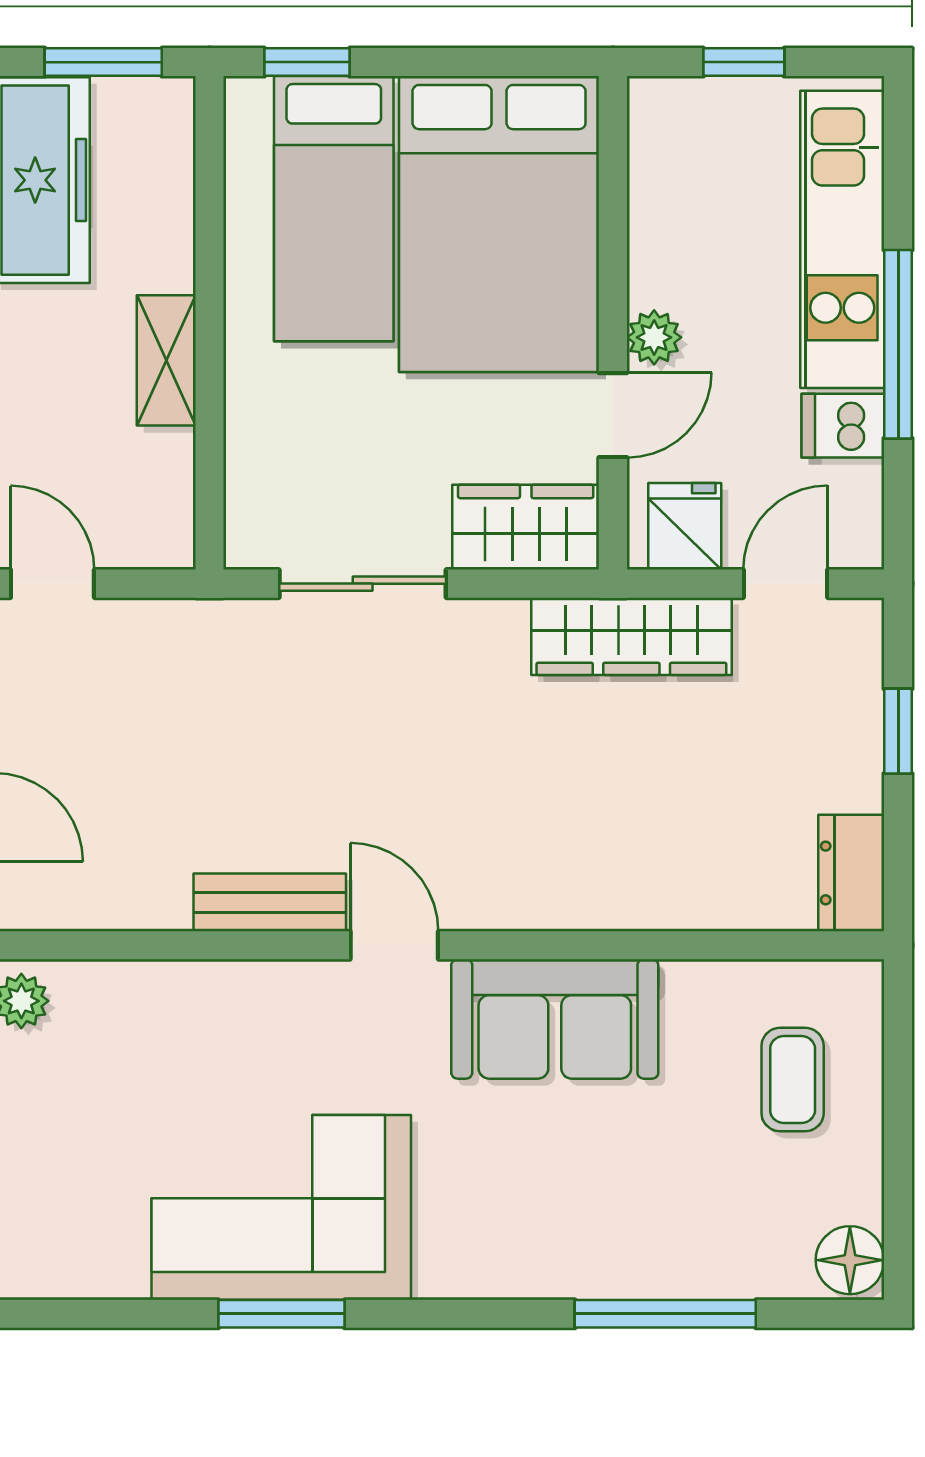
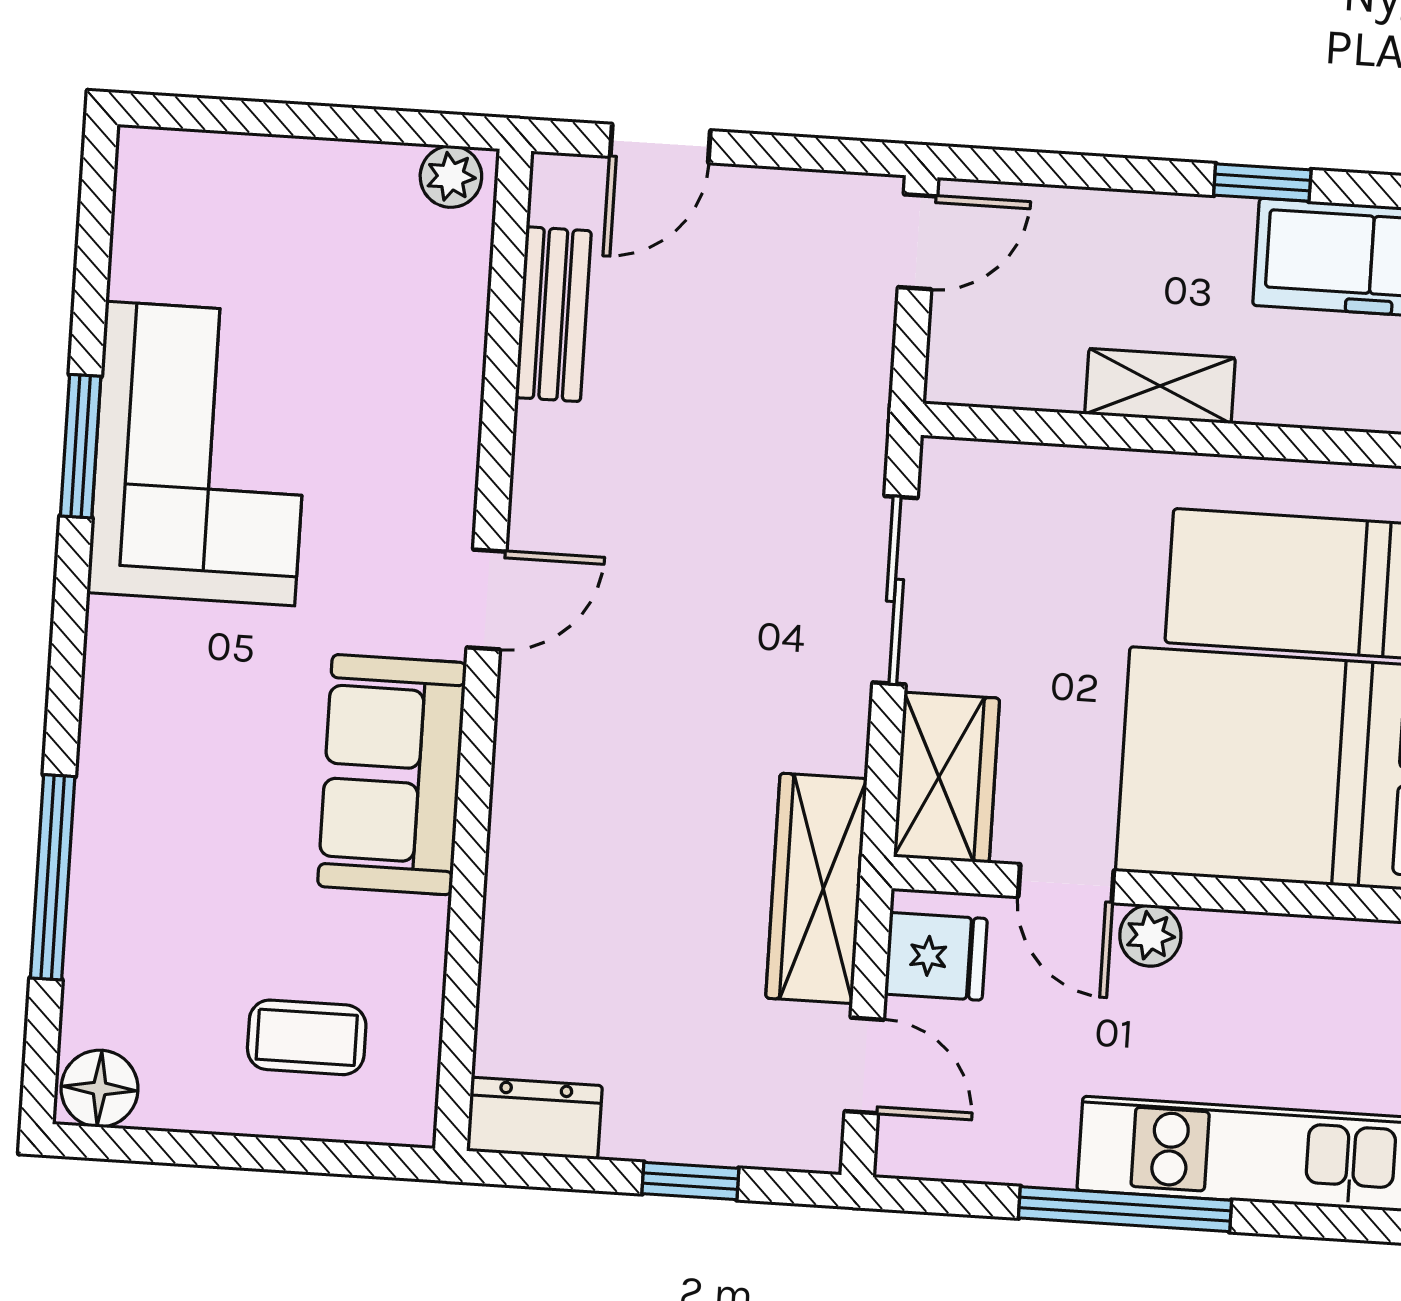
dishwasher: (843, 426) -> (1038, 1141), removed
bench: (270, 902) -> (553, 314), moved

